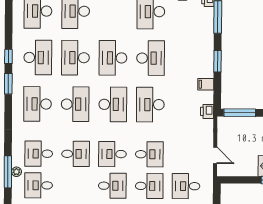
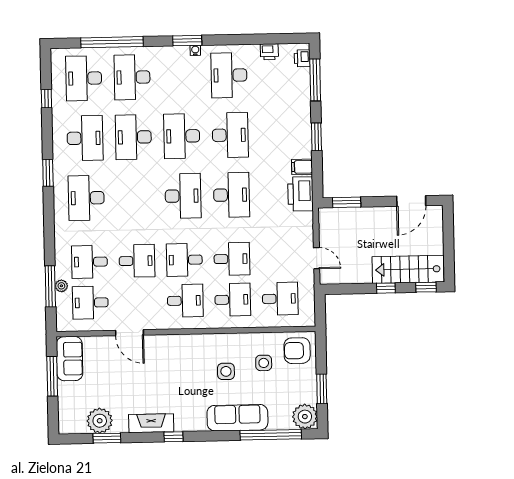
window: (8, 57) -> (46, 99), moved
desk: (75, 104) -> (135, 197), removed
desk: (150, 105) -> (231, 195), turned 180
printer: (207, 111) -> (301, 194), width x1.87, depth x1.48
window: (240, 113) -> (347, 202), width x0.69
desk: (186, 186) -> (280, 299), turned 180

